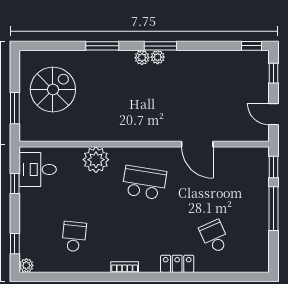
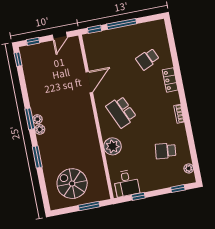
school desk: (144, 183) -> (121, 112), turned -33
plant: (26, 265) -> (189, 168), moved

